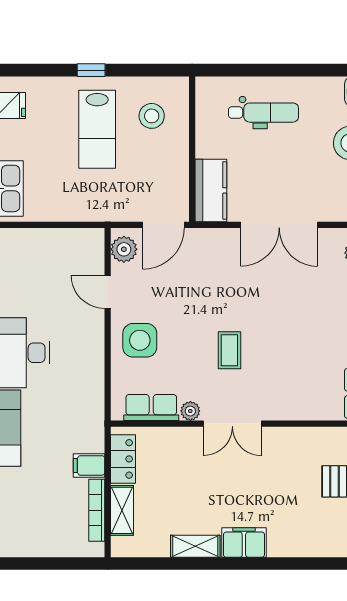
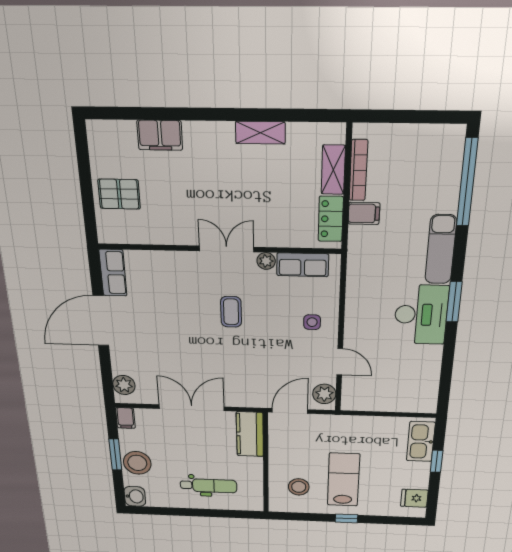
dental chair: (264, 113) -> (209, 486), turned 180
side table: (140, 340) -> (312, 322), width x0.54, depth x0.54
filing cabinet: (244, 543) -> (160, 135), moved

